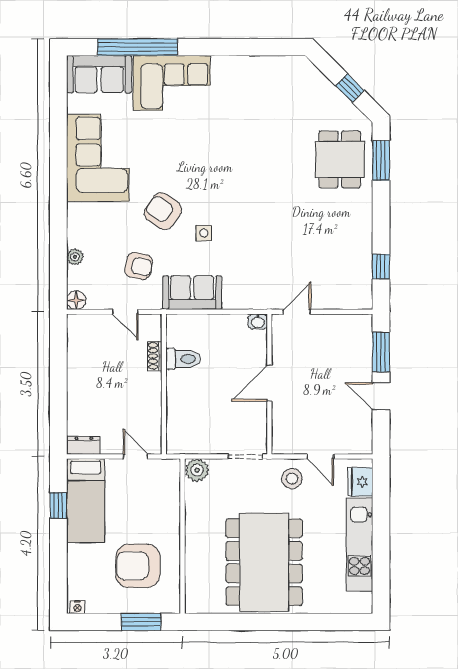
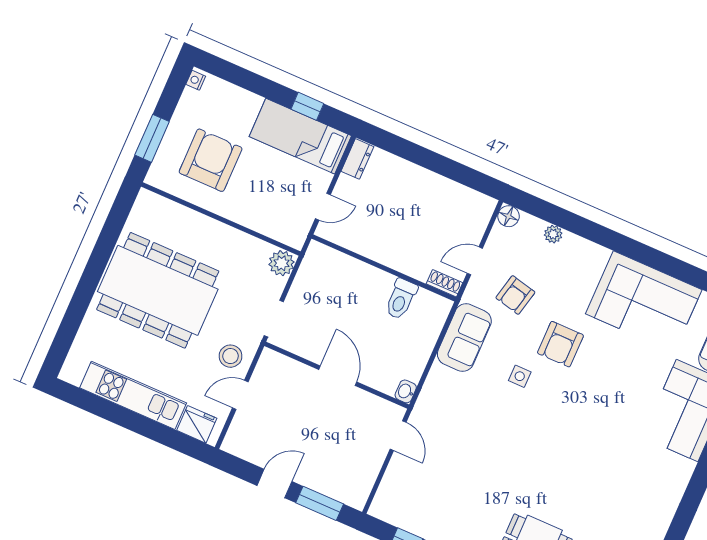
armchair: (163, 211) -> (560, 344), turned 145
shoe rack: (155, 356) -> (445, 283), moved

